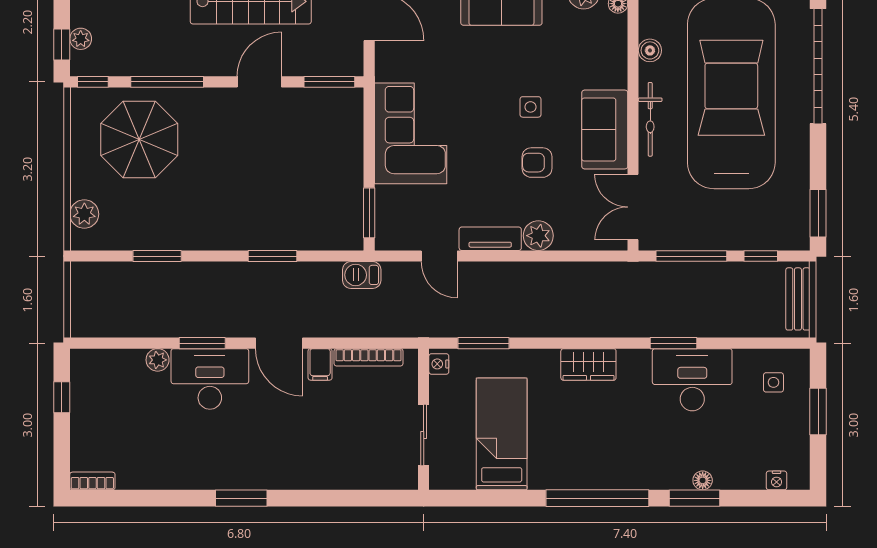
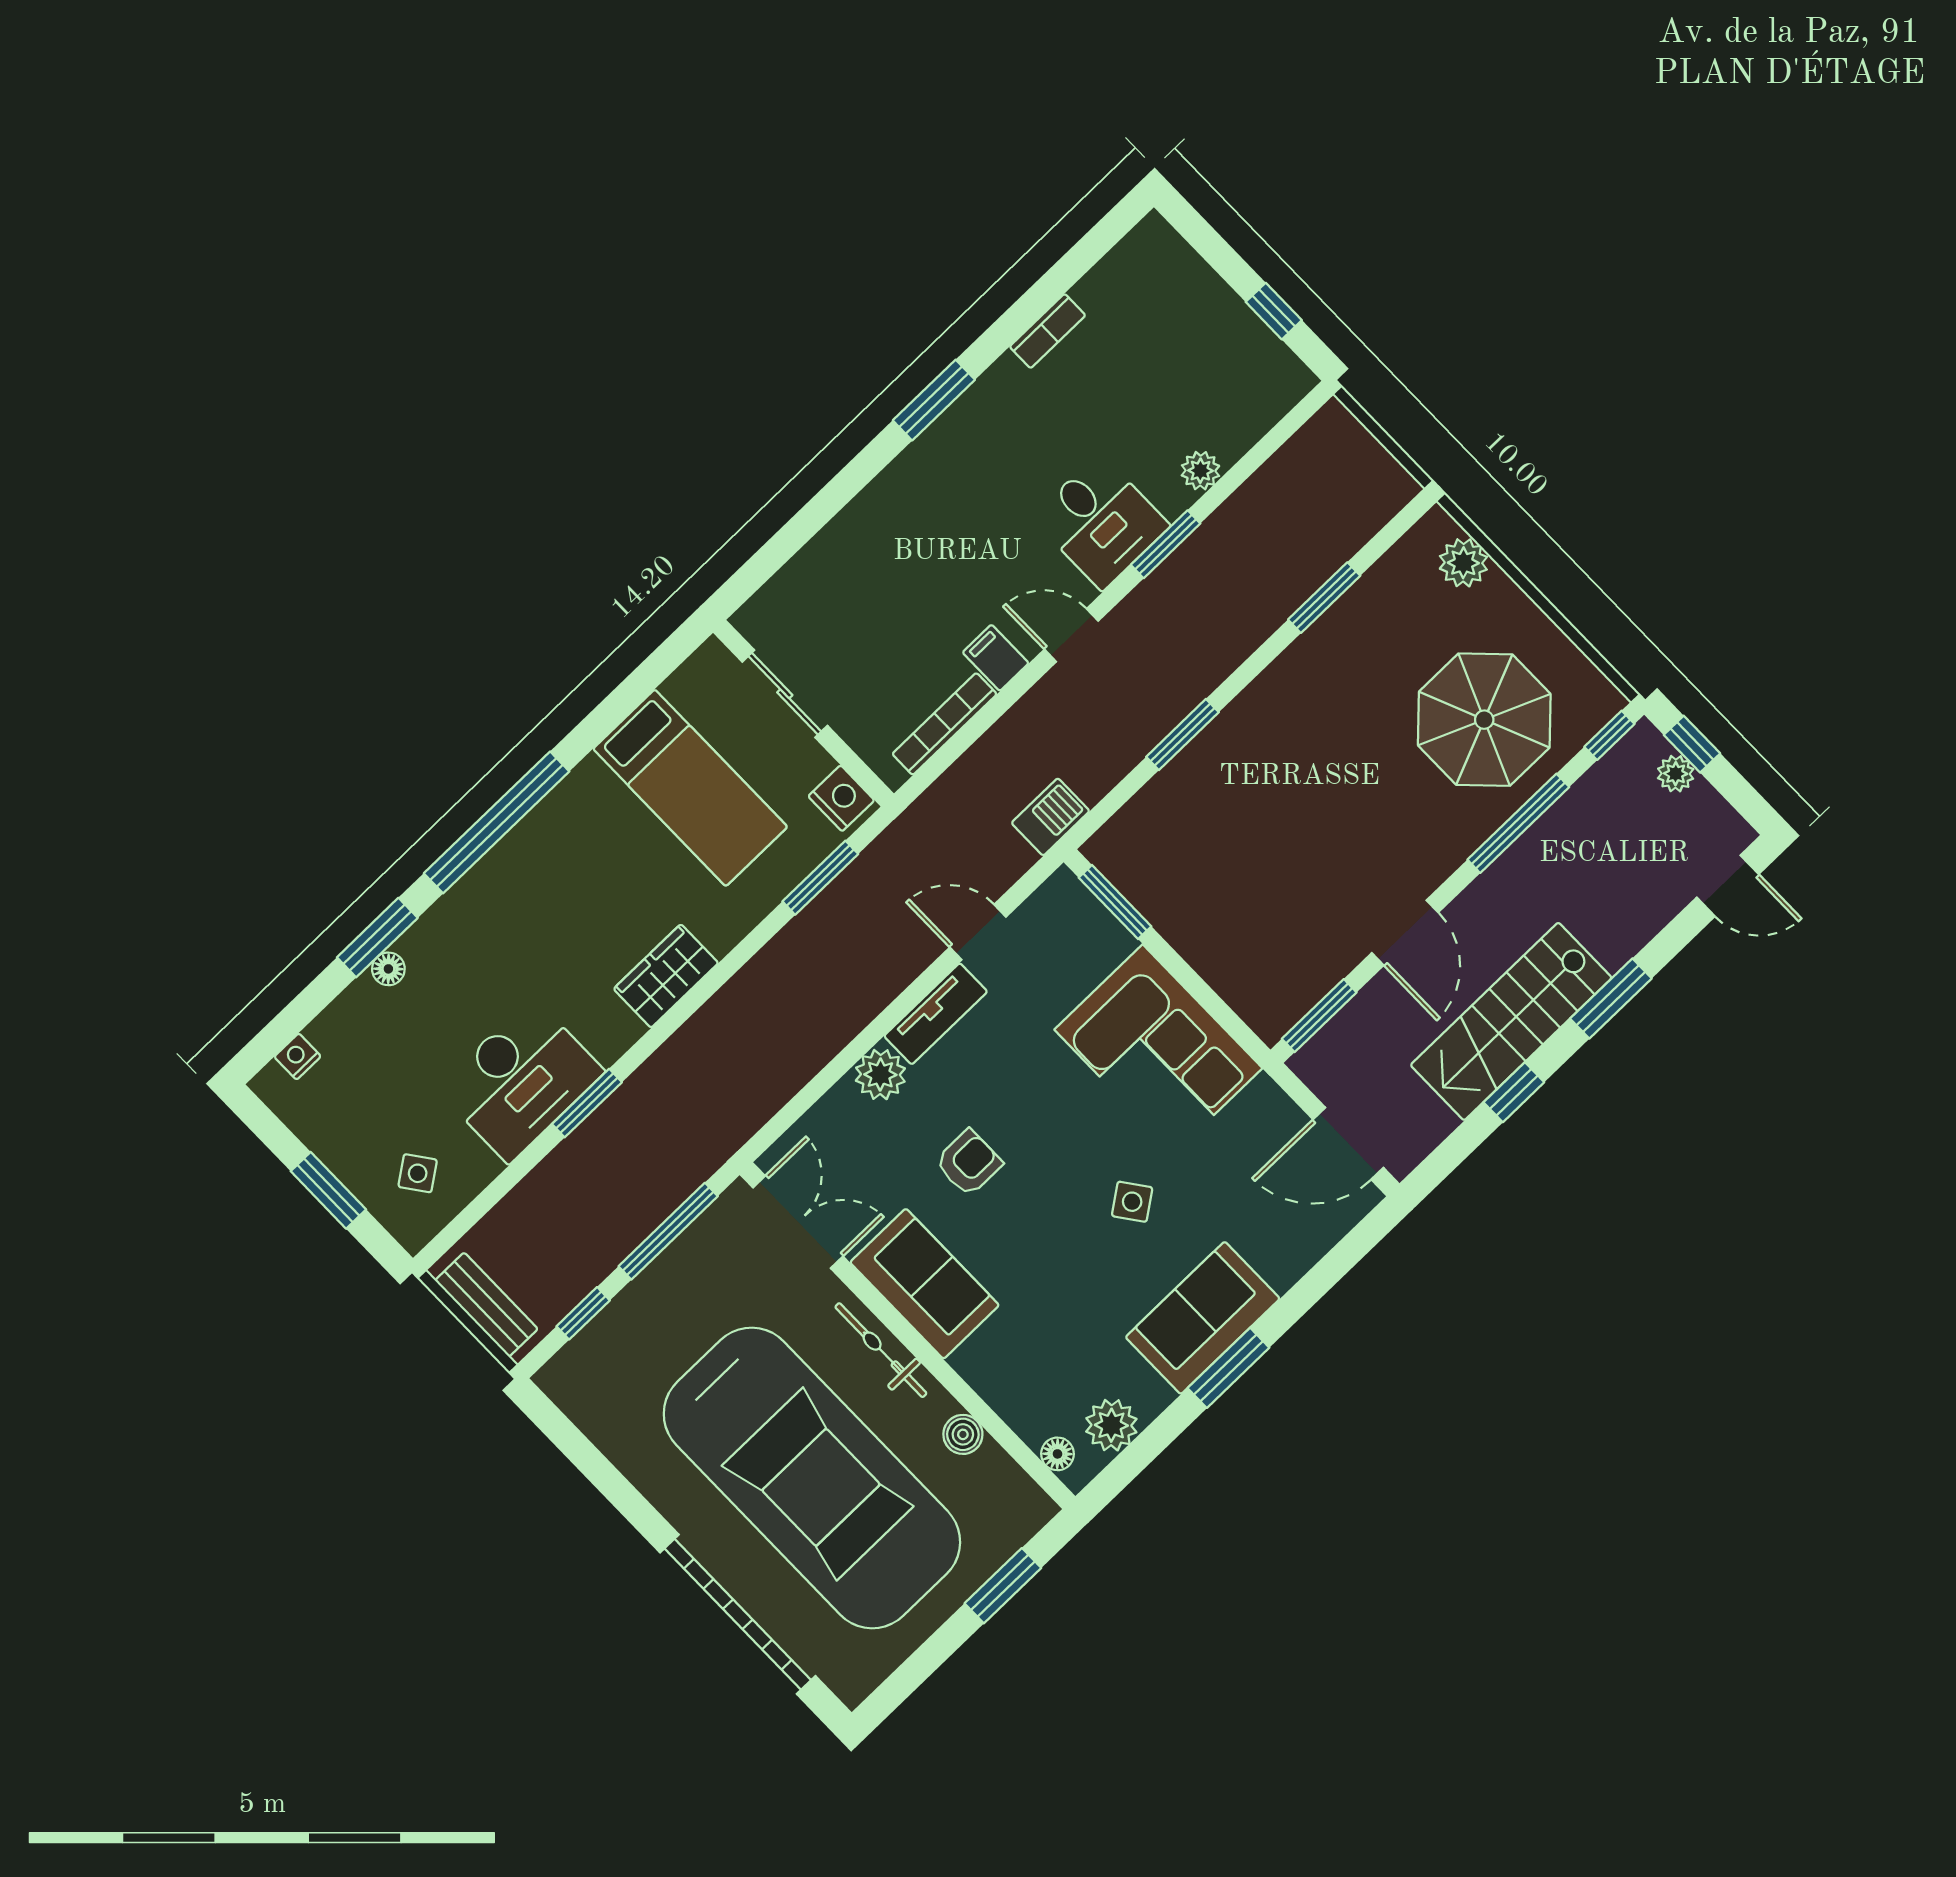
side table: (530, 107) -> (1132, 1202), moved, turned -36
window: (818, 213) -> (563, 1434), removed
door: (279, 343) -> (1071, 635), width x0.73
nightstand: (439, 364) -> (841, 798), width x1.39, depth x1.35
desk: (210, 379) -> (1101, 522), width x0.73
side table: (773, 382) -> (418, 1173), turned -36
bookcase: (92, 481) -> (1048, 331), moved

